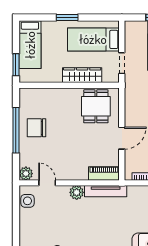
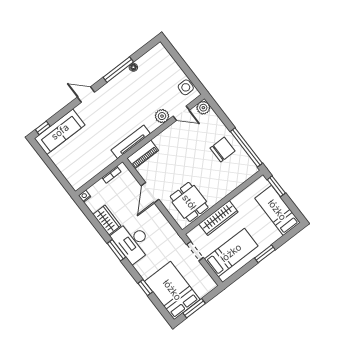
window: (16, 130) -> (246, 147), moved
plant: (77, 192) -> (162, 116), moved

